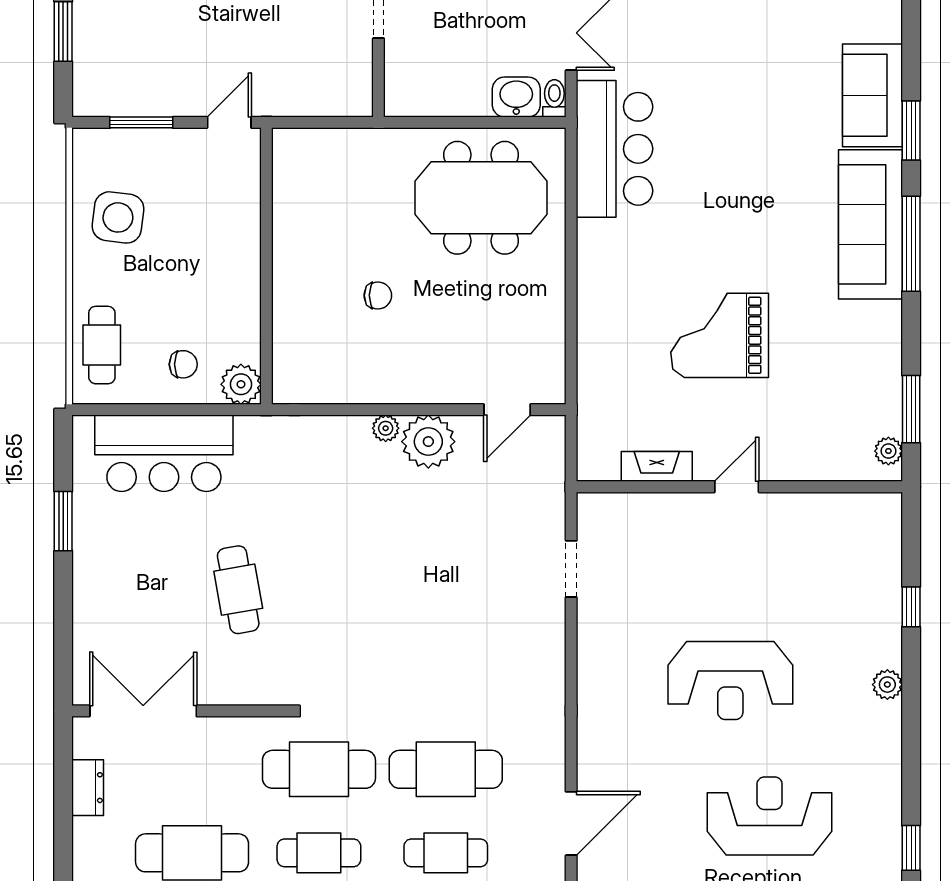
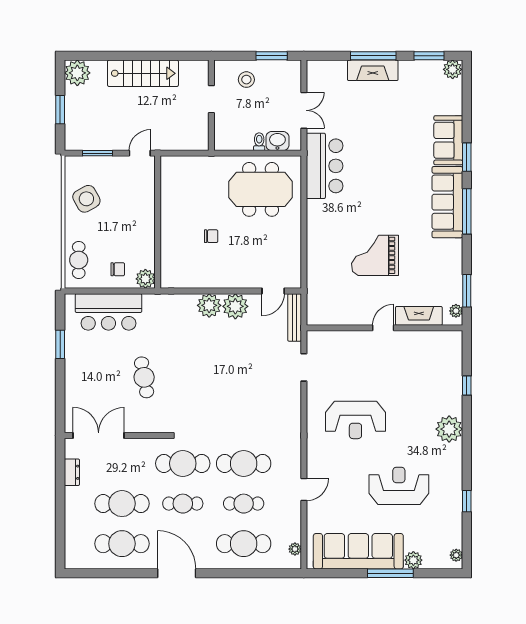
toilet: (554, 98) -> (259, 142), moved
side table: (118, 217) -> (86, 199), turned -36
plant: (386, 428) -> (209, 305), width x1.87, depth x1.87
bench: (552, 465) -> (295, 317), added
fireplace: (657, 466) -> (419, 316), moved, width x1.37, depth x1.32
reception desk: (730, 680) -> (355, 420), moved
plant: (887, 685) -> (449, 429), width x1.87, depth x1.87
door: (571, 823) -> (304, 489), width x0.73

